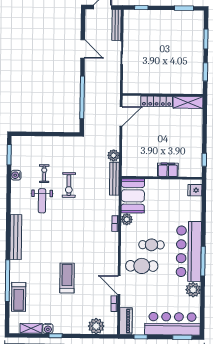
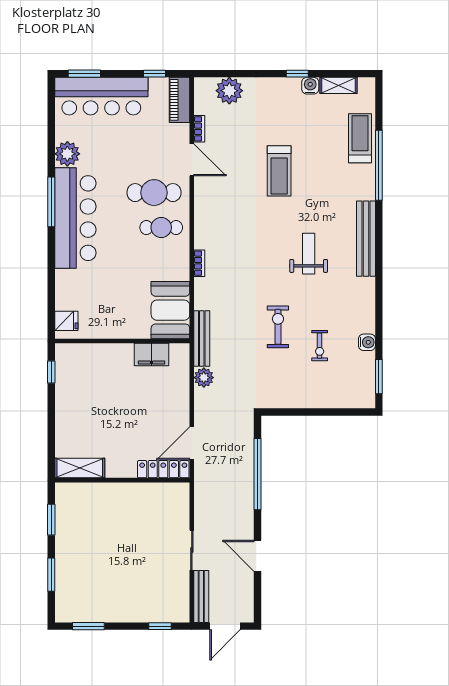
locker: (157, 101) -> (163, 469), moved
filing cabinet: (168, 170) -> (151, 354), moved
weight bench: (42, 201) -> (309, 254), moved
plant: (127, 219) -> (180, 270), removed
cafe table: (152, 245) -> (161, 228), moved

